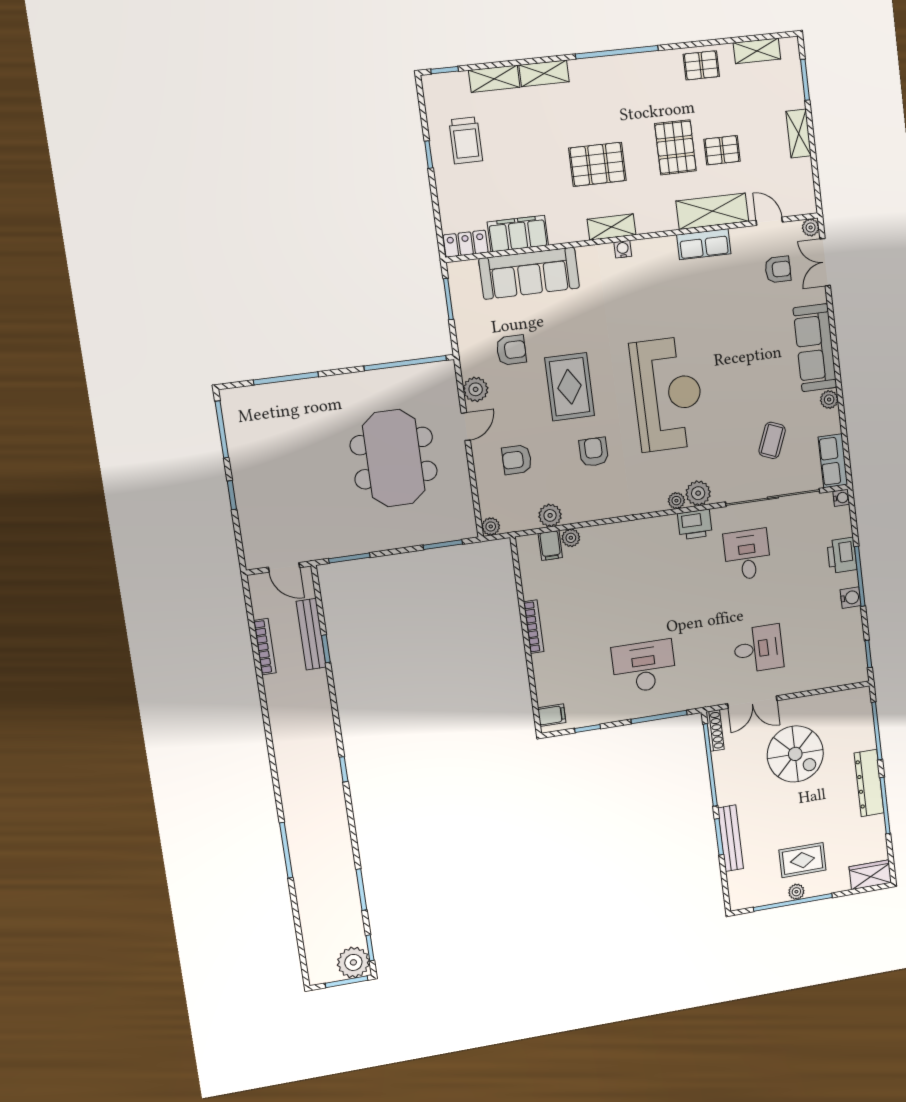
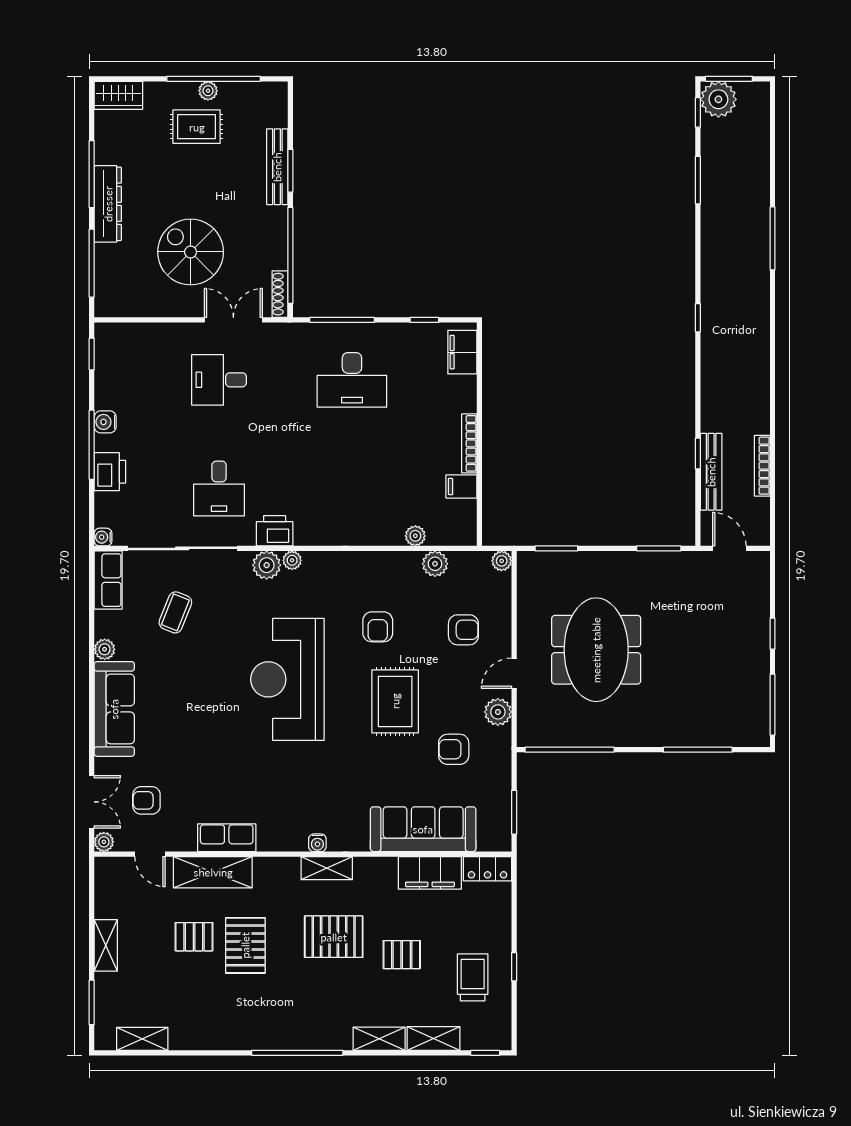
pallet: (701, 65) -> (402, 955), moved
filing cabinet: (550, 546) -> (461, 487), moved, turned -90
filing cabinet: (552, 715) -> (462, 352), width x2.00

